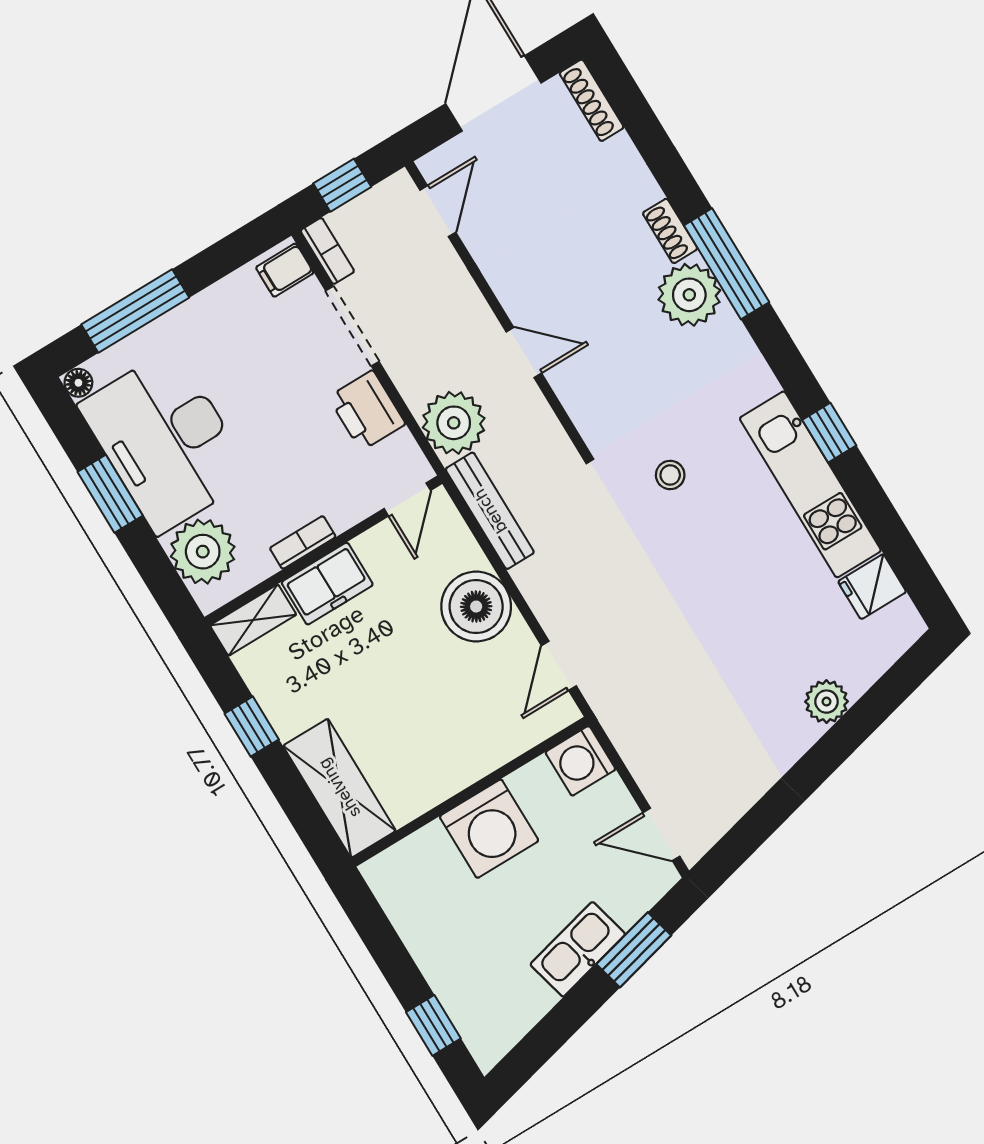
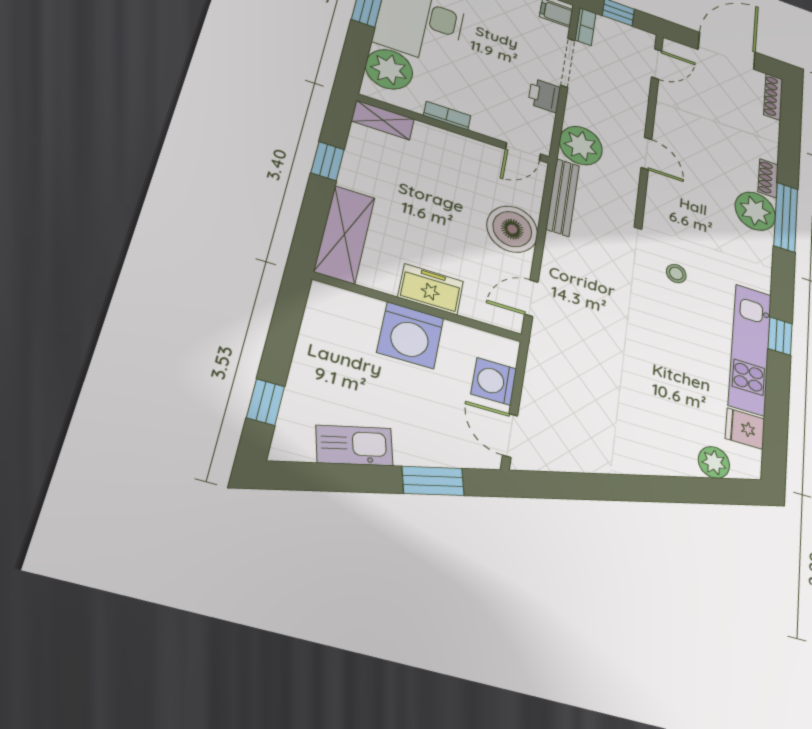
printer: (367, 411) -> (544, 95), width x0.73, depth x0.81
freezer: (327, 584) -> (431, 289), moved, turned 180
plant: (827, 702) -> (714, 462), moved
washing machine: (580, 761) -> (494, 381), moved
kitchen sink: (578, 949) -> (354, 445), moved

